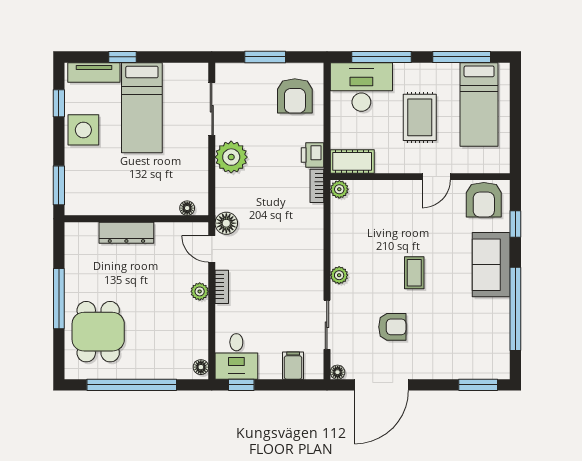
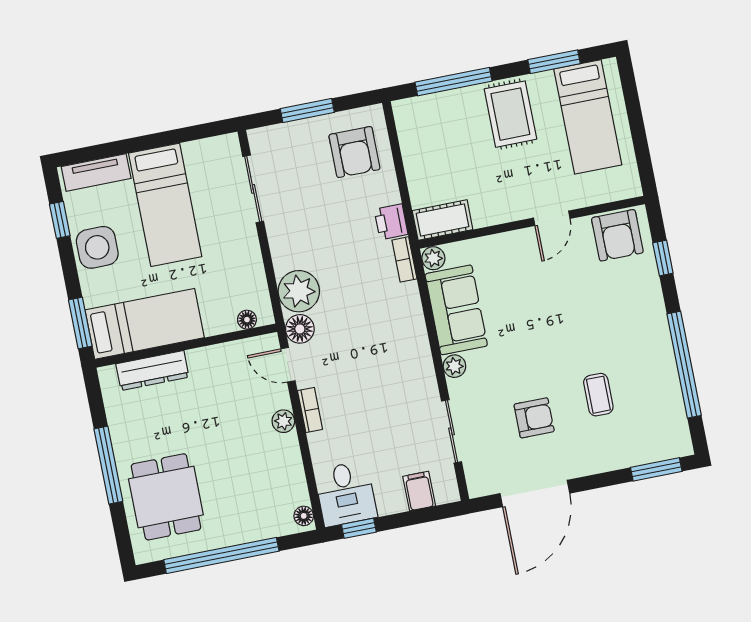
window: (123, 57) -> (128, 146), removed
window: (462, 57) -> (554, 62), width x0.69
desk: (361, 87) -> (436, 124), removed
rug: (420, 117) -> (510, 114), moved
plant: (231, 157) -> (299, 291), moved
bed: (108, 196) -> (145, 324), added
dresser: (126, 233) -> (152, 370), moved
sofa: (491, 265) -> (456, 310), moved, turned 180
coffee table: (414, 273) -> (598, 395), moved
floor lamp: (338, 372) -> (477, 488), removed

